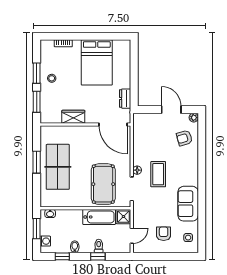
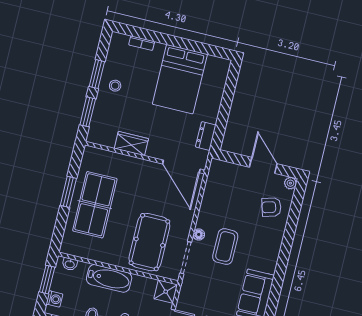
bathtub: (99, 217) -> (109, 278), moved

